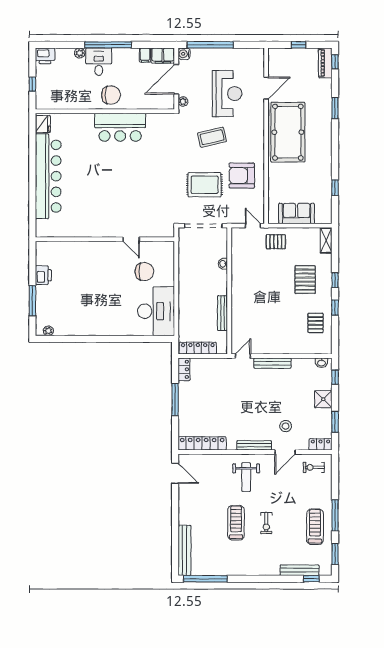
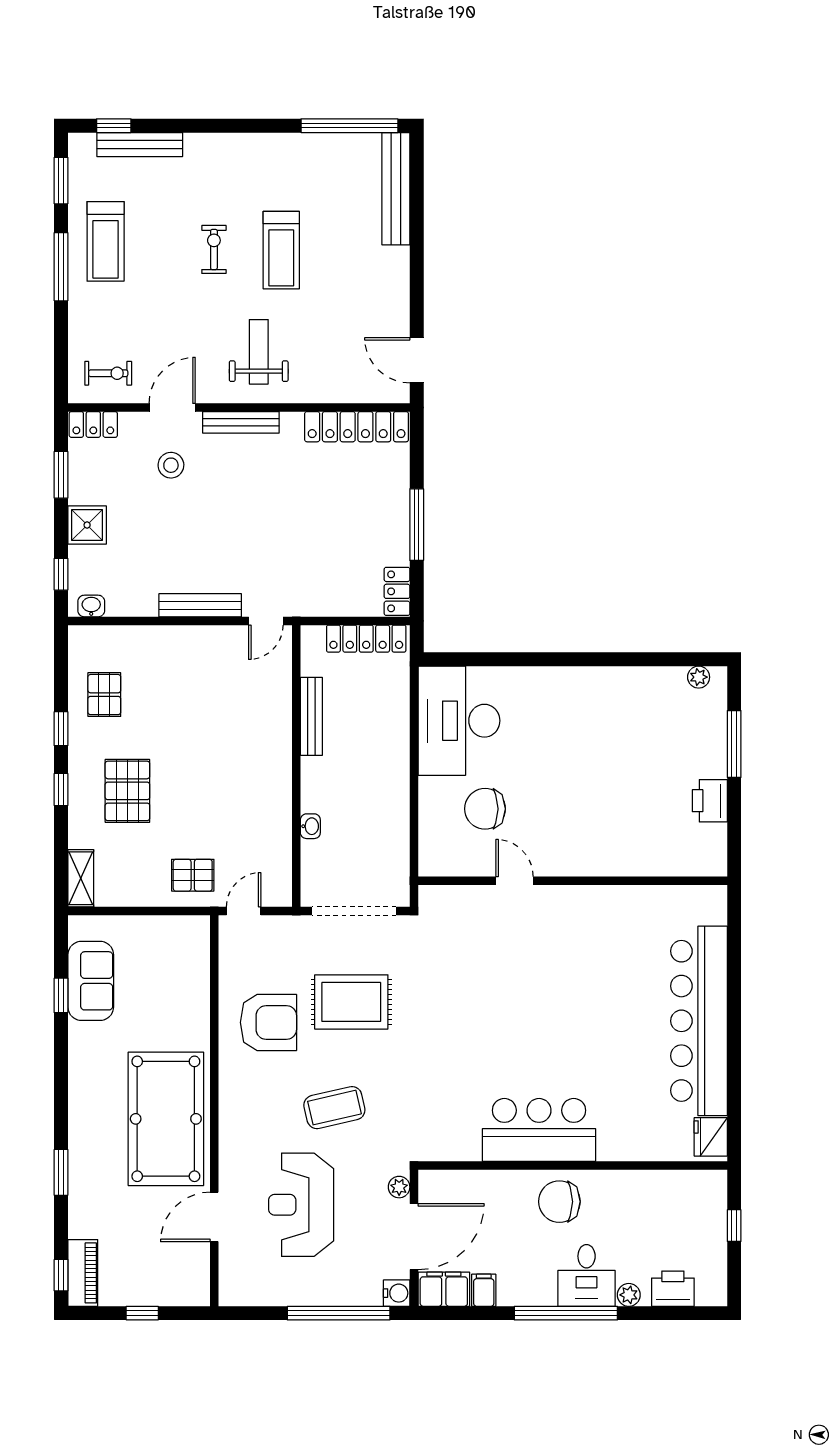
printer: (45, 56) -> (673, 1289), moved
sofa: (297, 214) -> (91, 981), moved, turned -90
door: (253, 226) -> (244, 911), swing flipped

